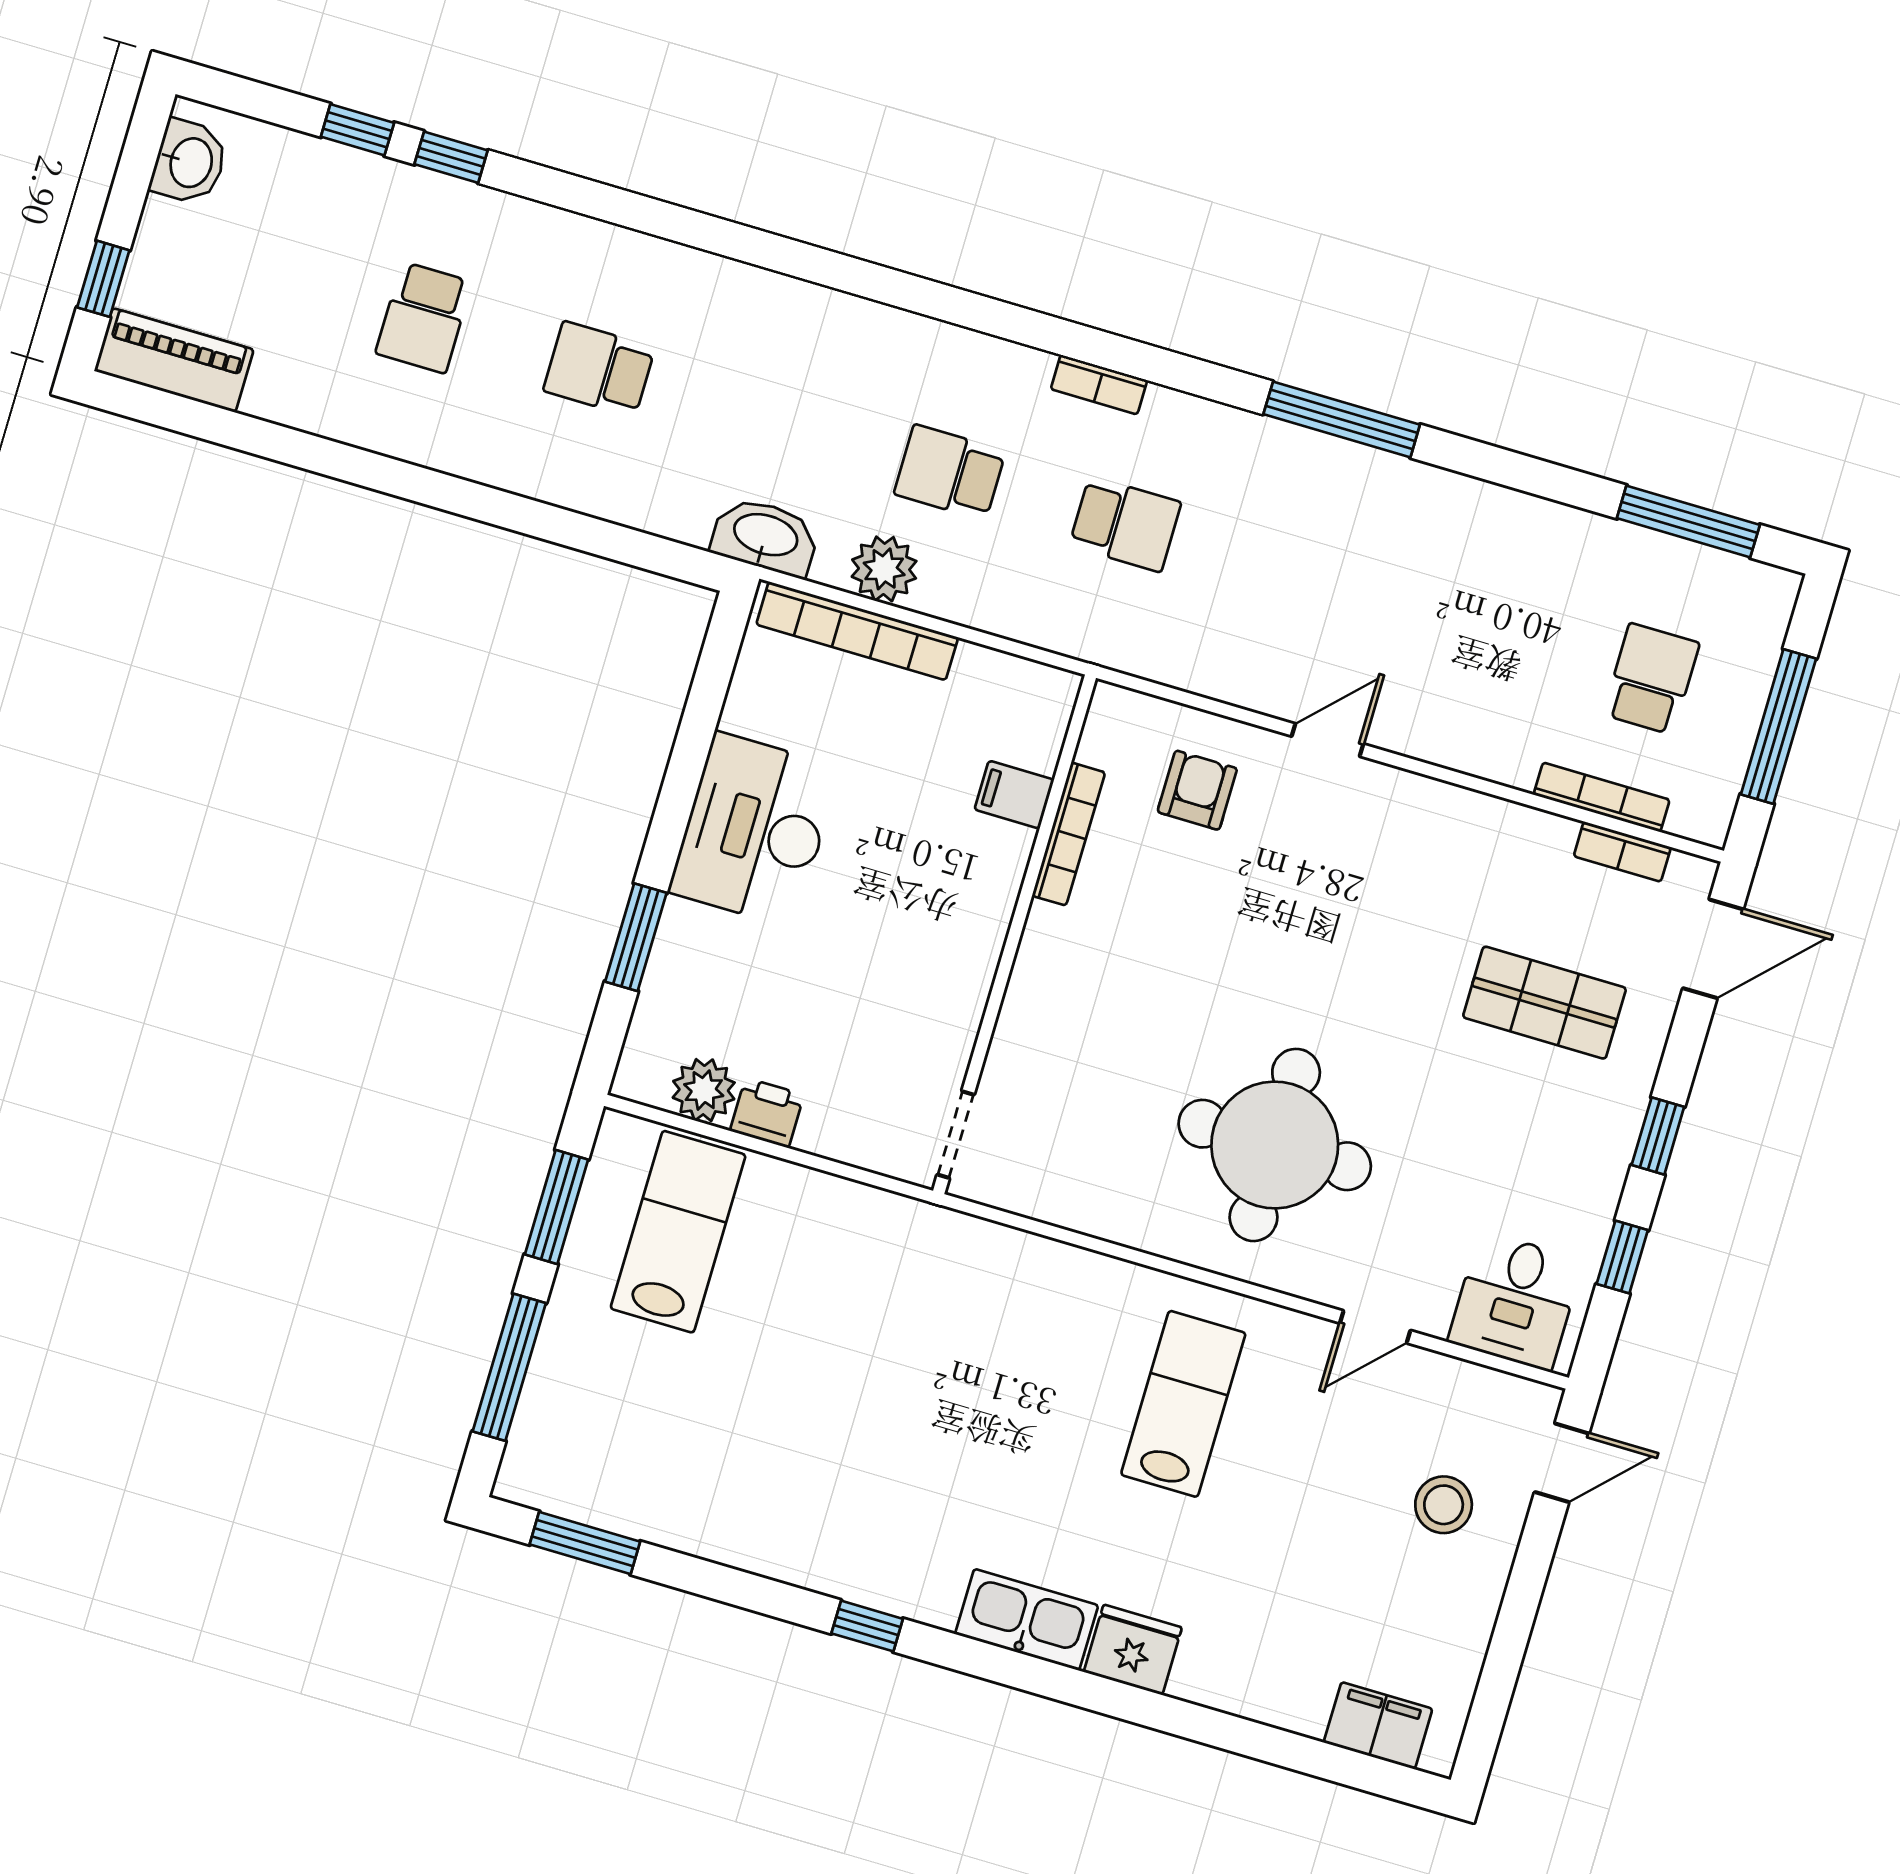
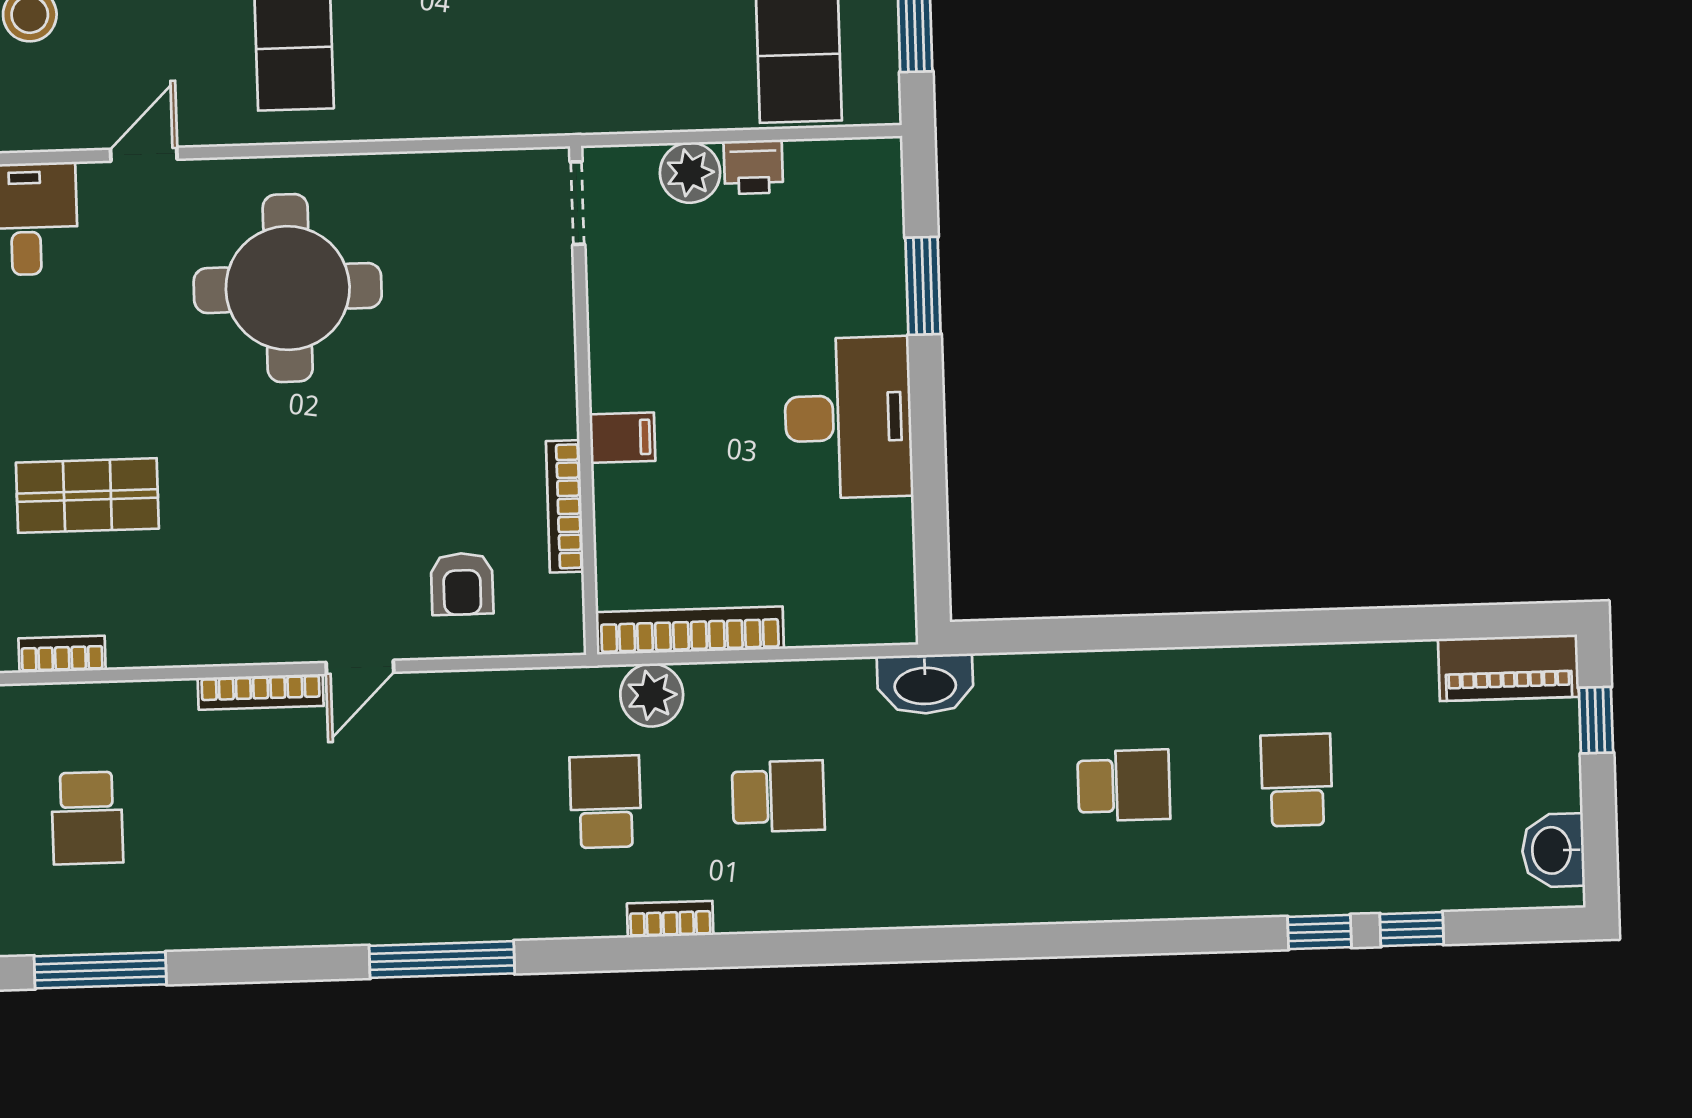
school desk: (1125, 524) -> (606, 802), turned 90
plant: (884, 569) -> (652, 695), moved
bookcase: (857, 631) -> (690, 630), moved
filing cabinet: (1014, 795) -> (622, 438), moved
bookcase: (1602, 797) -> (261, 692), moved
plant: (704, 1090) -> (690, 173), moved

